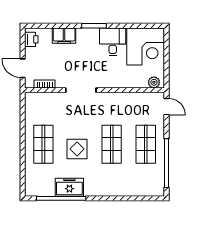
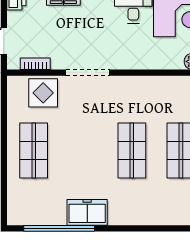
display table: (77, 149) -> (43, 93), moved
freezer: (69, 187) -> (87, 212), moved

